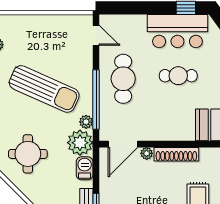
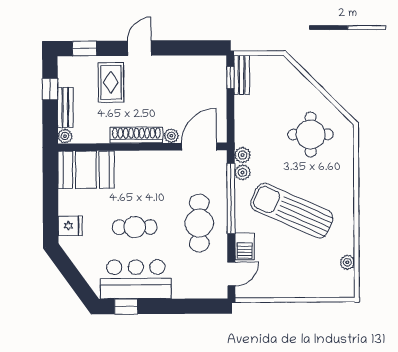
door: (96, 35) -> (231, 274), swing flipped
plant: (80, 143) -> (243, 155), width x0.53, depth x0.53
barbecue: (85, 168) -> (245, 247), moved

